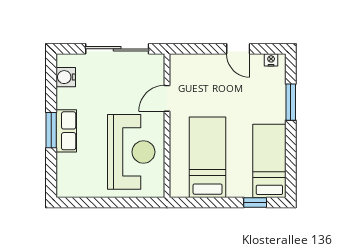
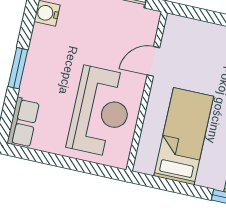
row of seats: (66, 131) -> (23, 123), moved

